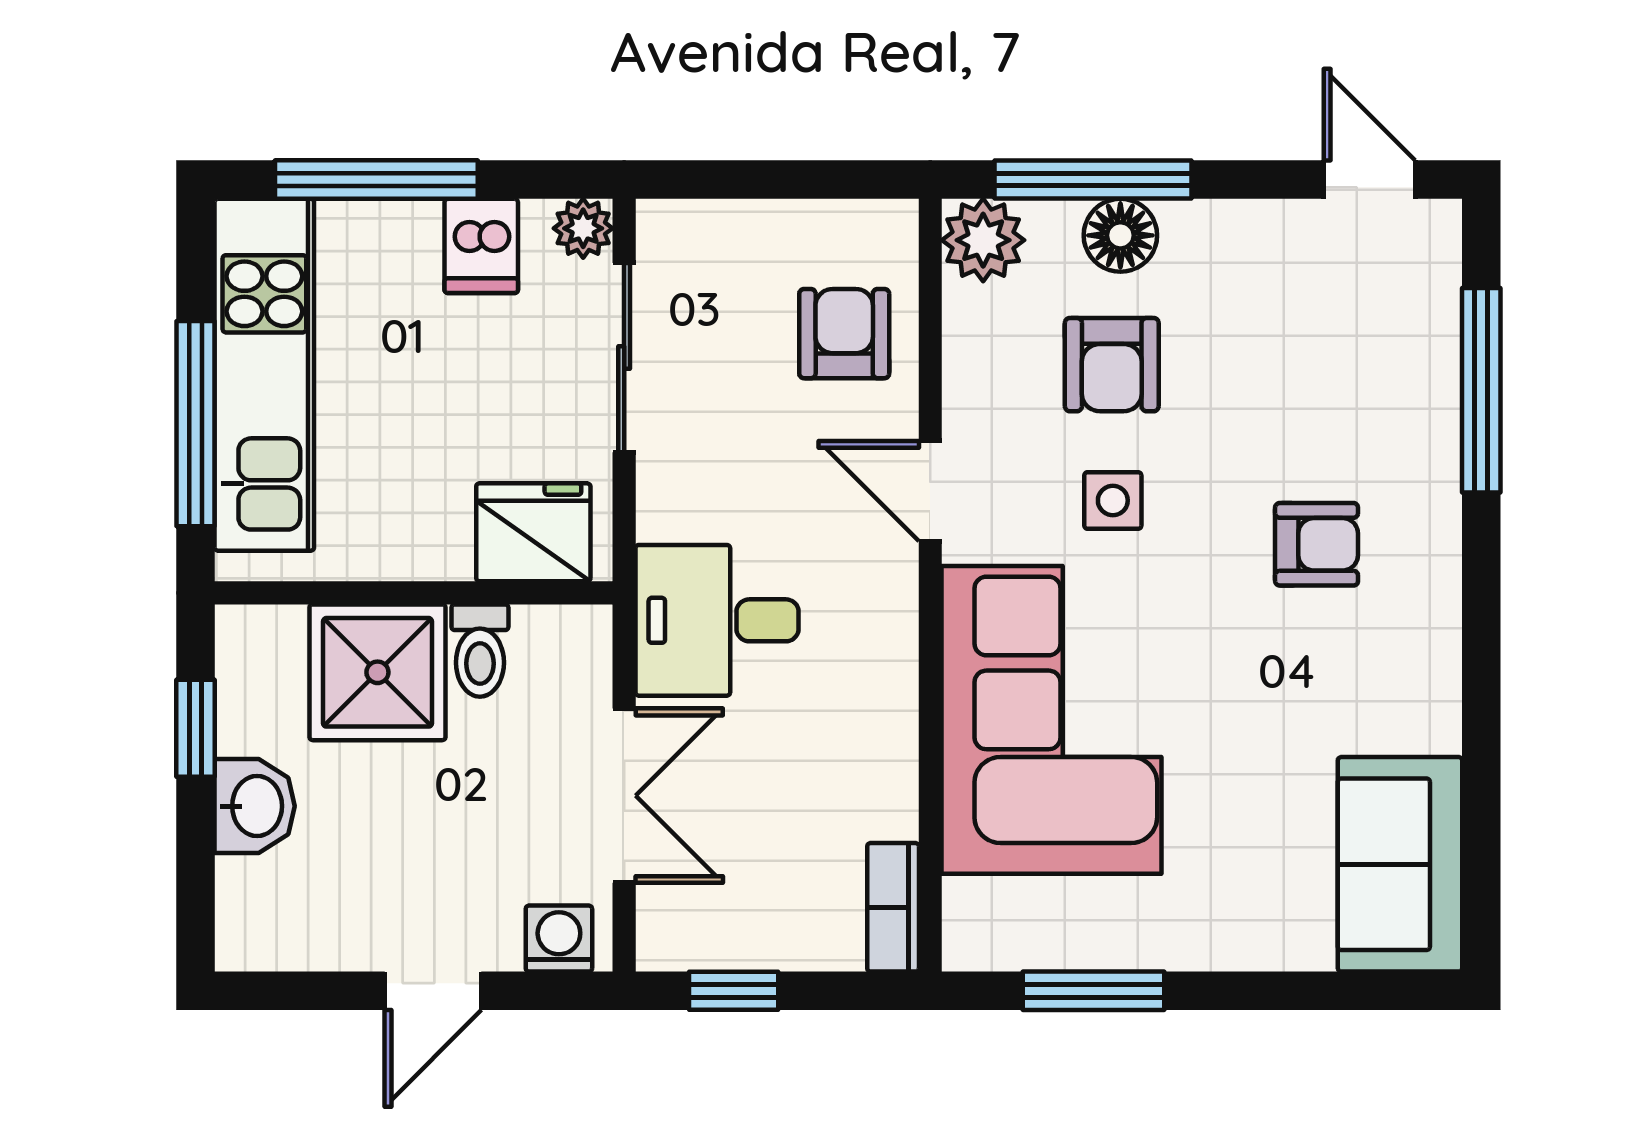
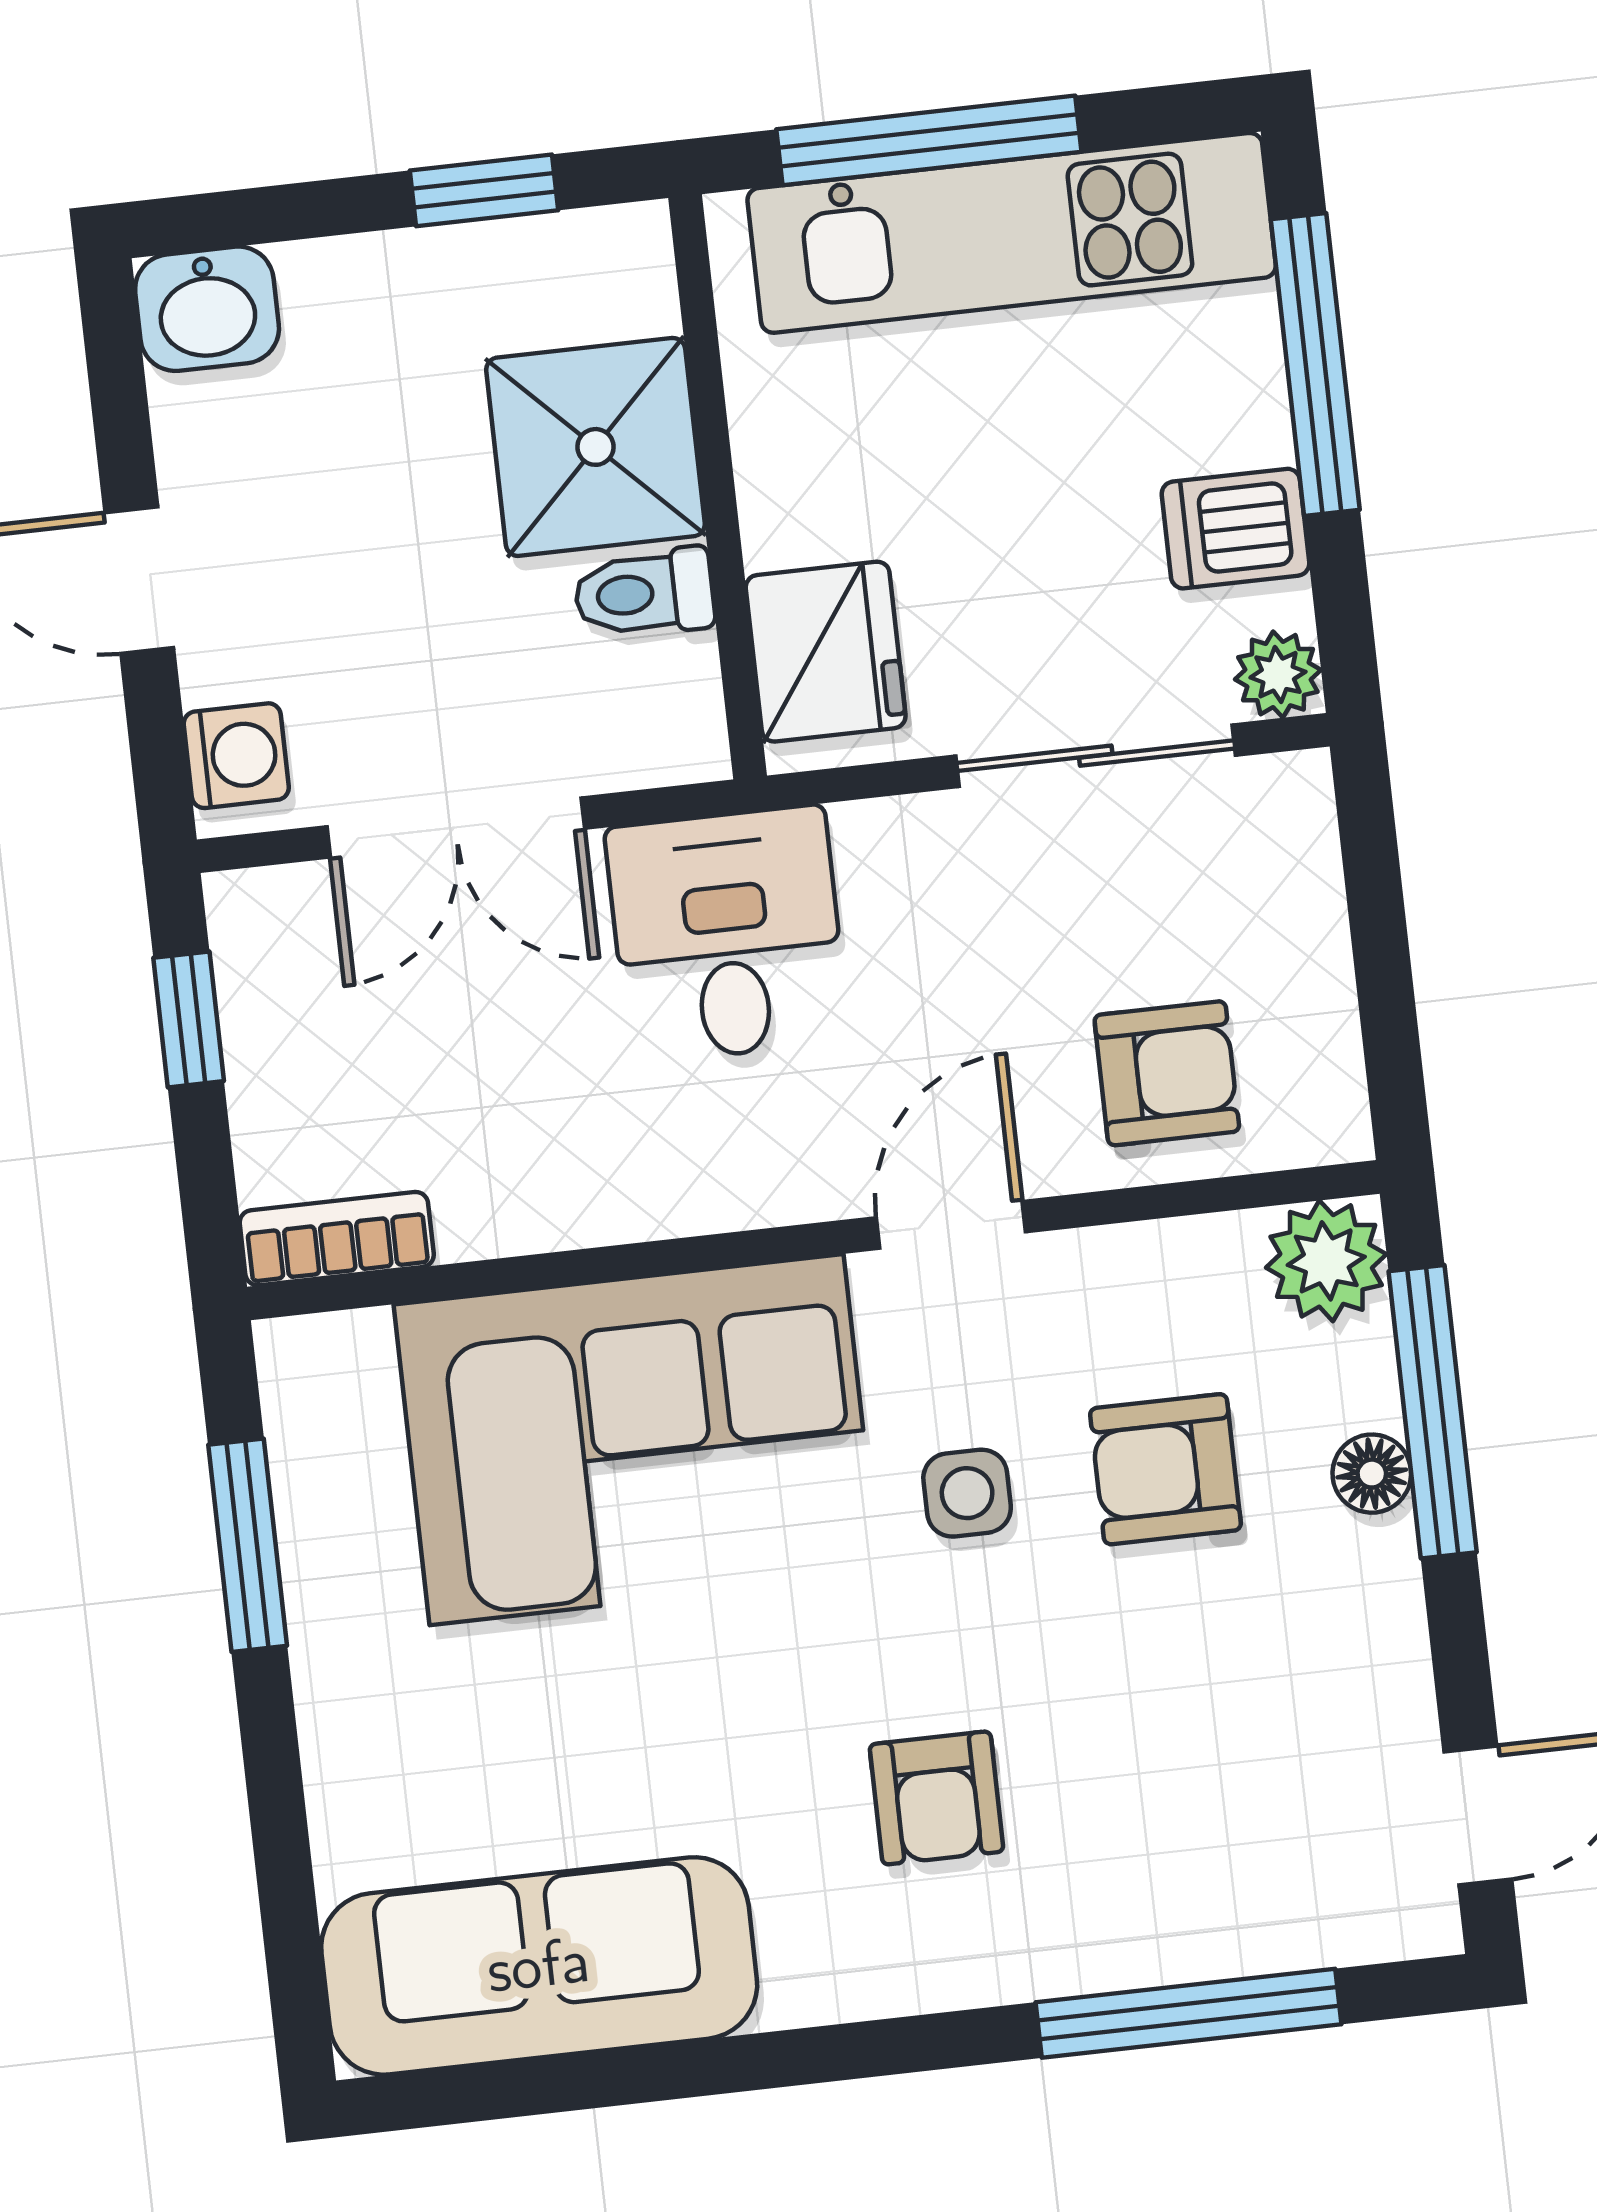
floor lamp: (1120, 235) -> (1372, 1474), width x0.73, depth x0.73
washbasin: (255, 806) -> (207, 309), moved
sofa: (1400, 864) -> (539, 1966), width x1.36

